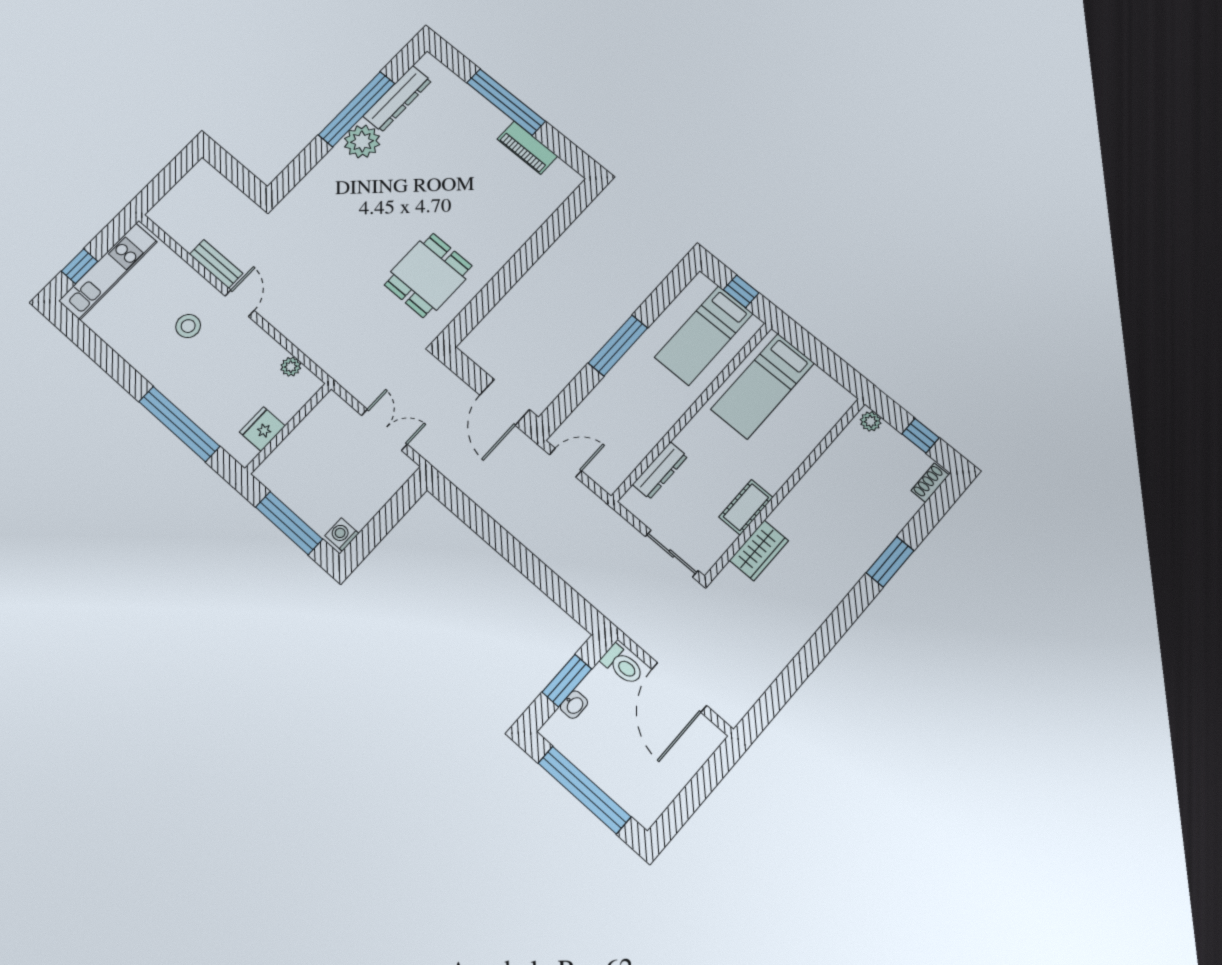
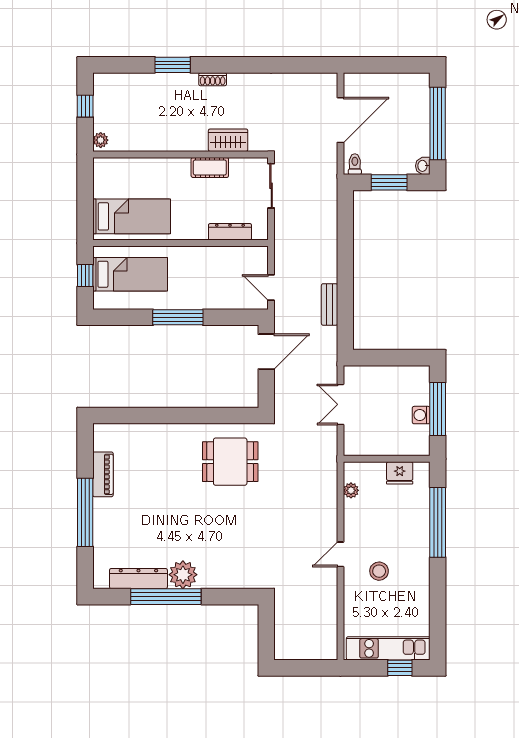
bench: (216, 264) -> (330, 304), moved
shoe rack: (930, 483) -> (213, 79), moved
washing machine: (342, 534) -> (421, 415), moved, turned 90
toilet: (622, 665) -> (355, 164), width x0.73, depth x0.72
washbasin: (574, 705) -> (423, 166), moved, turned -90

